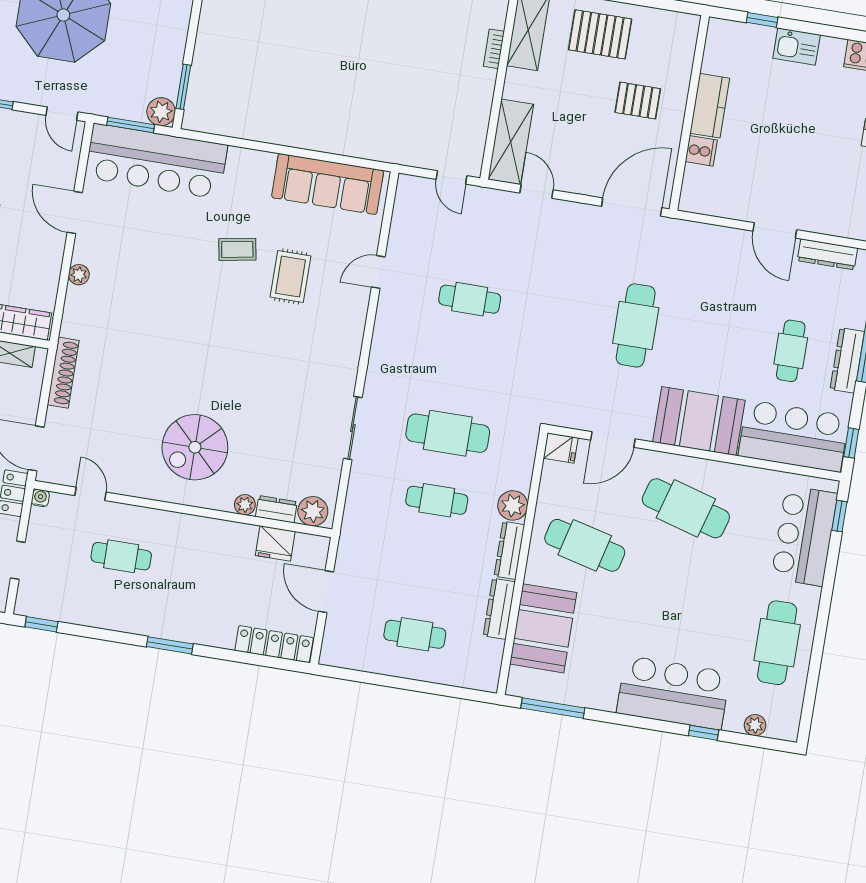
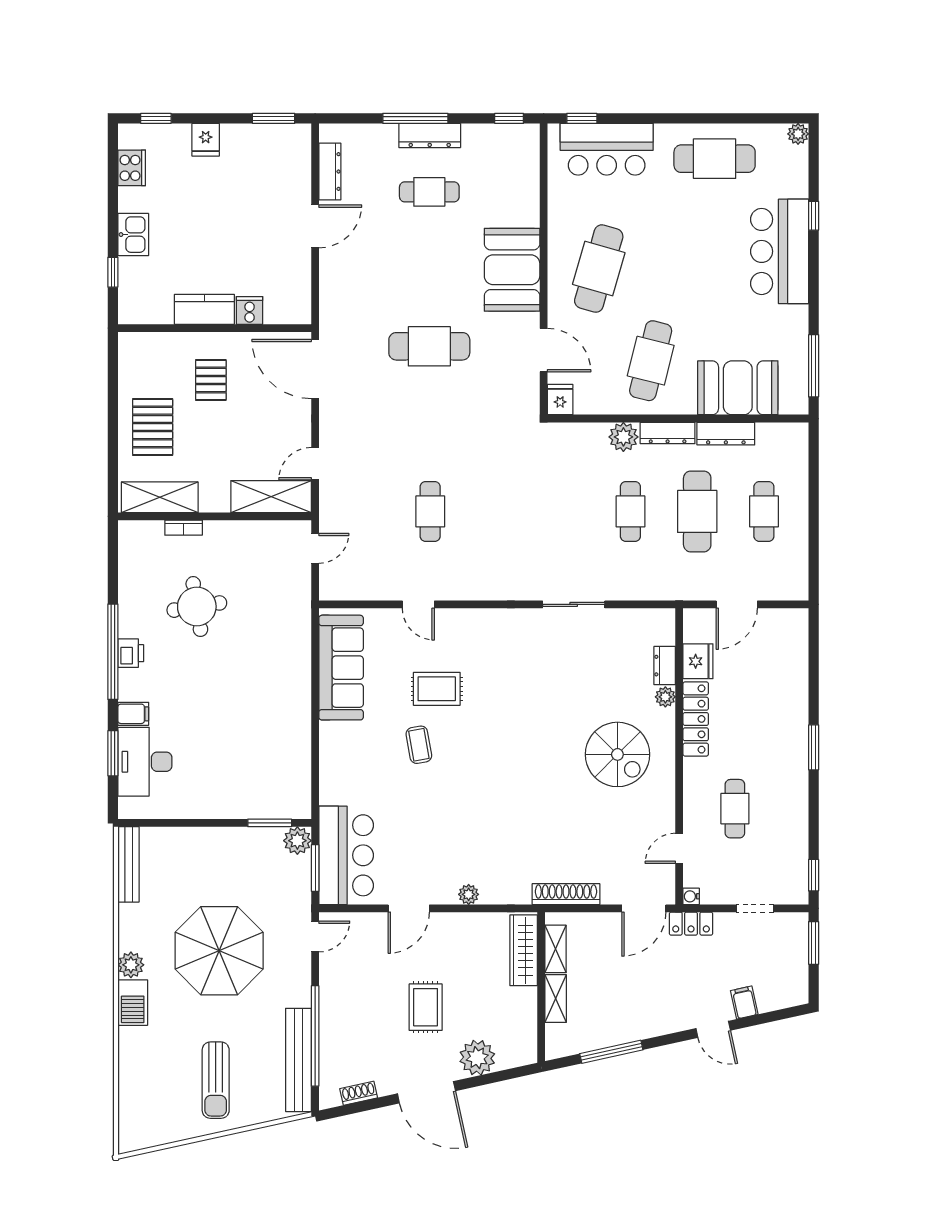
round table: (413, 49) -> (197, 607), added
bar counter: (156, 161) -> (346, 855), width x0.73
cafe table: (448, 433) -> (697, 511), moved
bar counter: (794, 436) -> (512, 175), removed
plant: (313, 511) -> (661, 630), removed
locker: (274, 644) -> (696, 719), moved, turned 180
plant: (755, 725) -> (798, 134), moved

